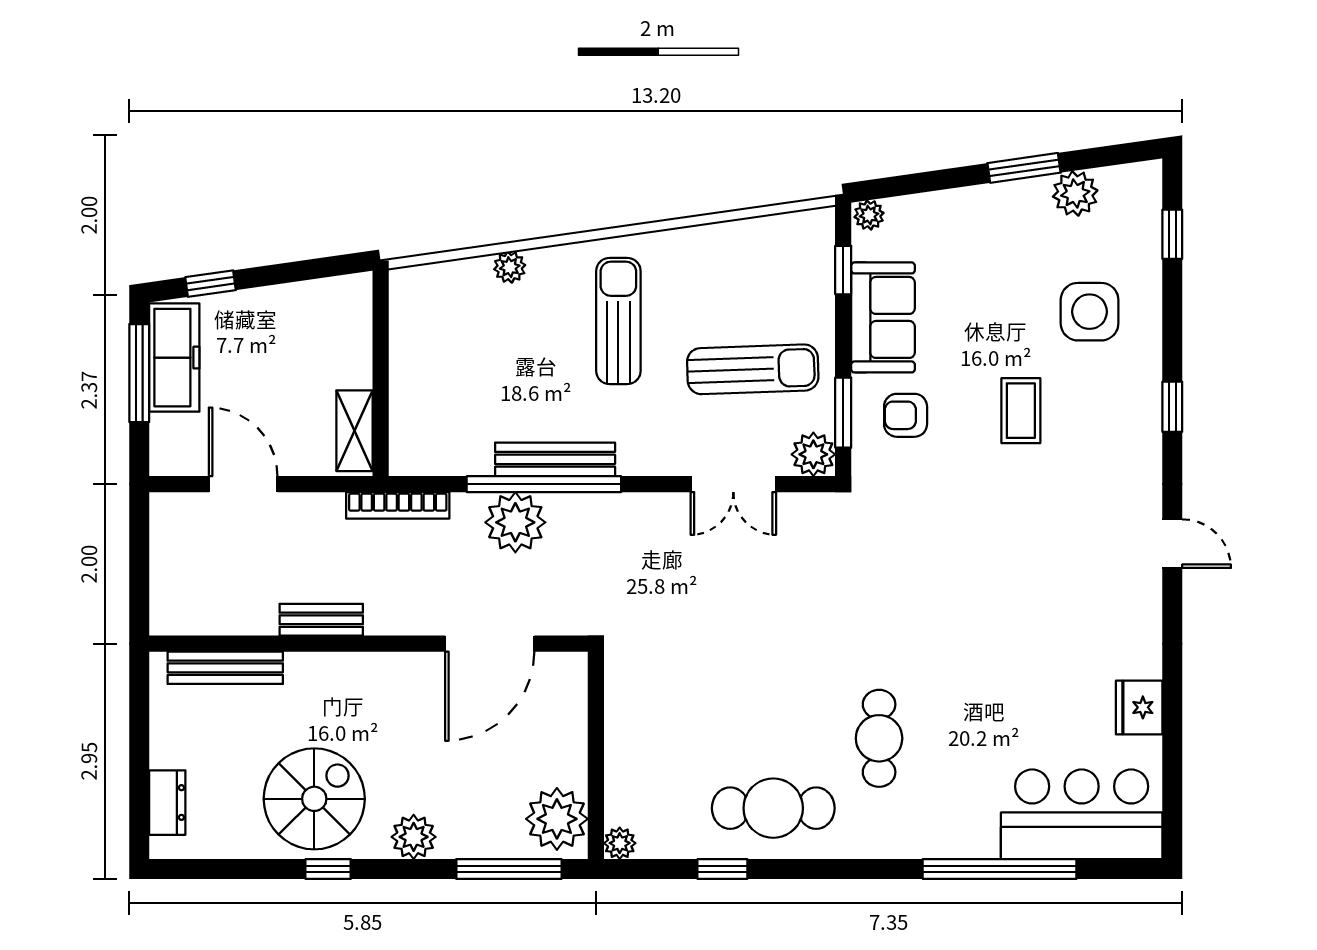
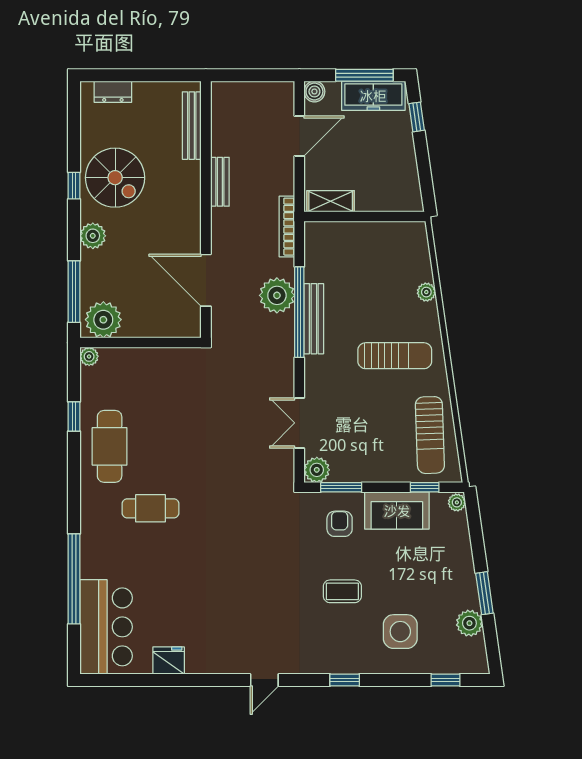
sun lounger: (753, 369) -> (430, 435), moved
boiler: (167, 458) -> (314, 92), added

